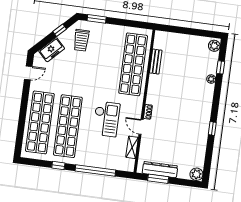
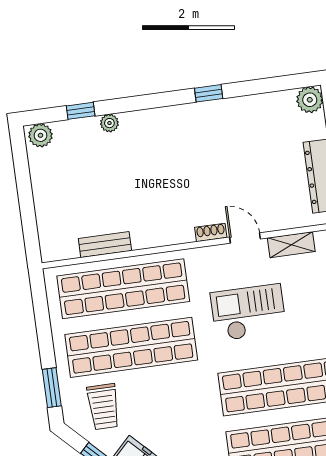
trolley: (81, 40) -> (103, 407), turned 90
shop shelf: (105, 61) -> (131, 347), added
door: (141, 127) -> (245, 238), swing flipped

